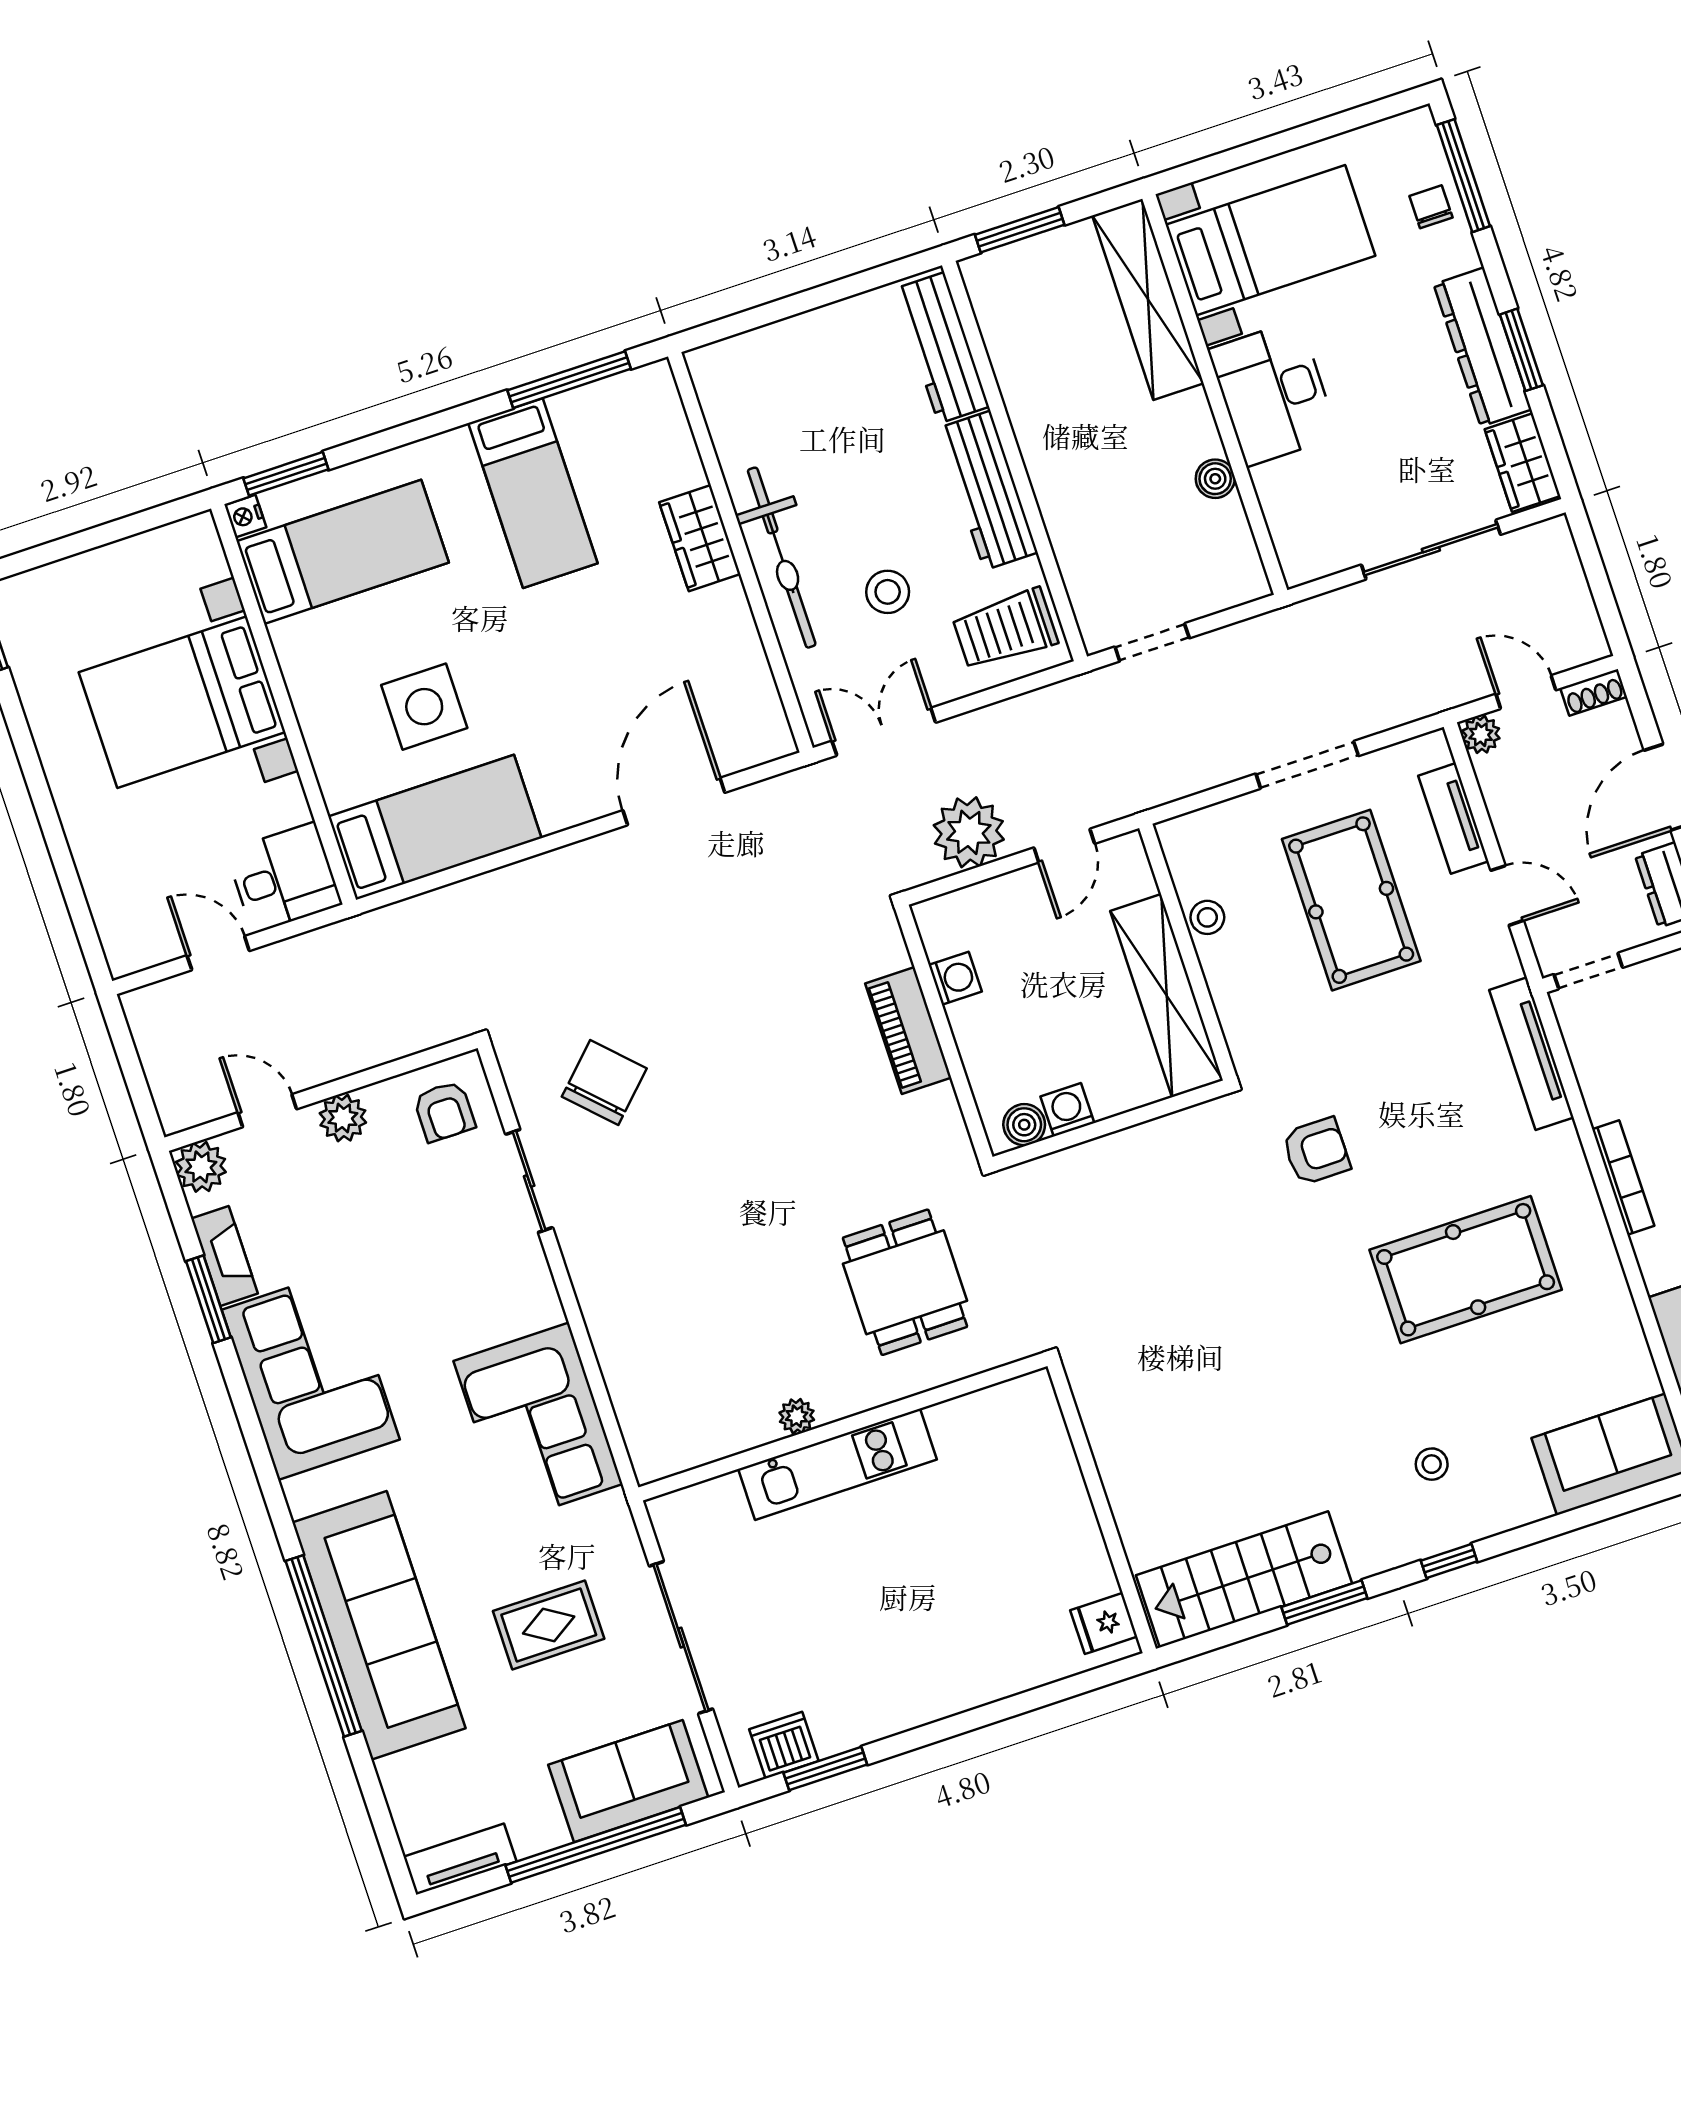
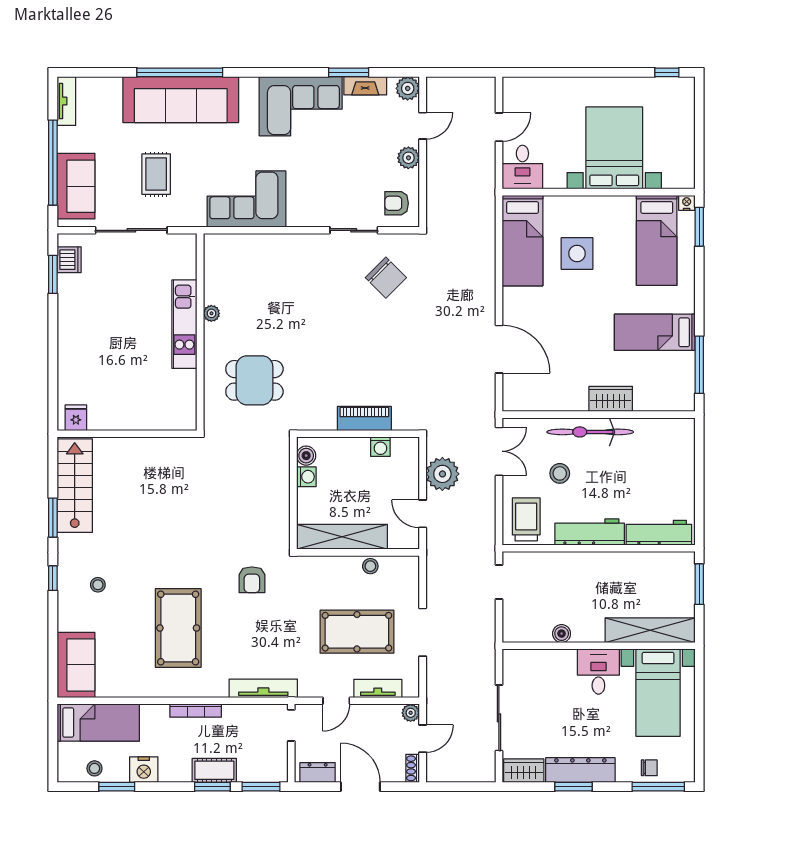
desk: (1273, 393) -> (598, 671), width x0.73

